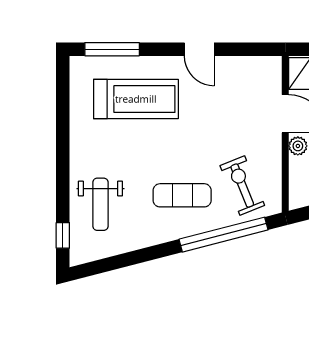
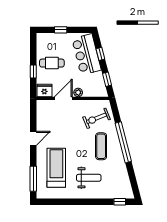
weight bench: (100, 204) -> (89, 178), moved
window: (224, 235) -> (123, 142), moved

